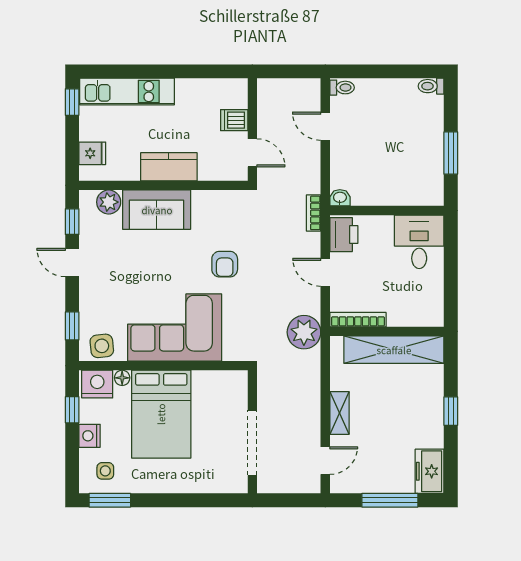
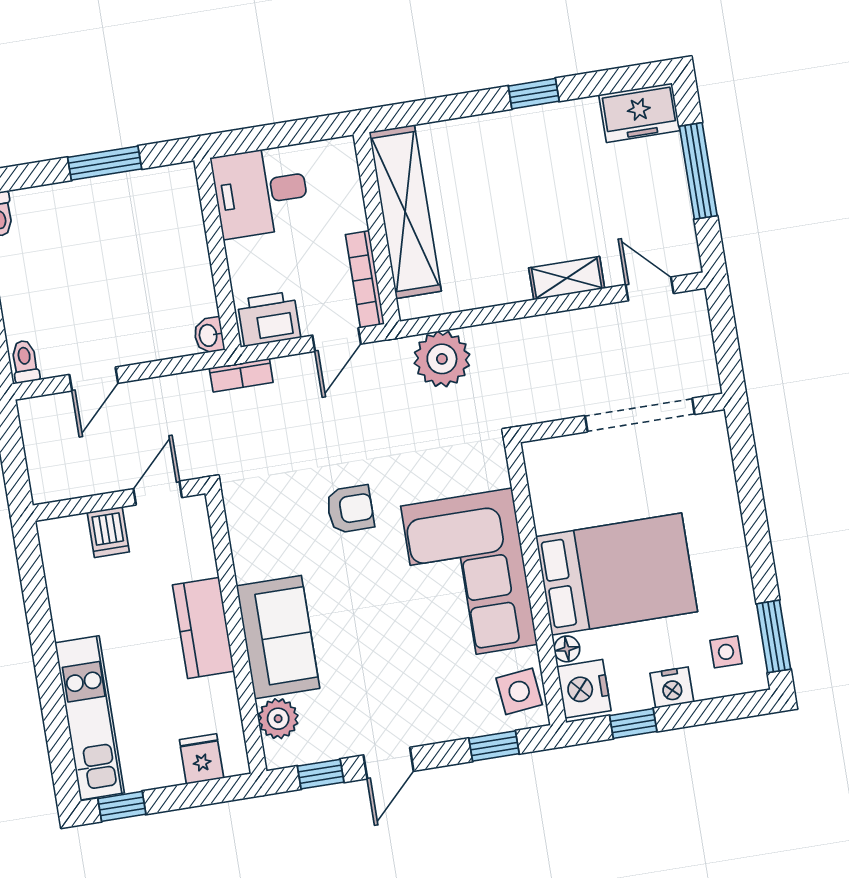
bookcase: (358, 320) -> (365, 279), moved
wall: (387, 331) -> (377, 228), moved
shelving: (394, 350) -> (405, 212), moved

